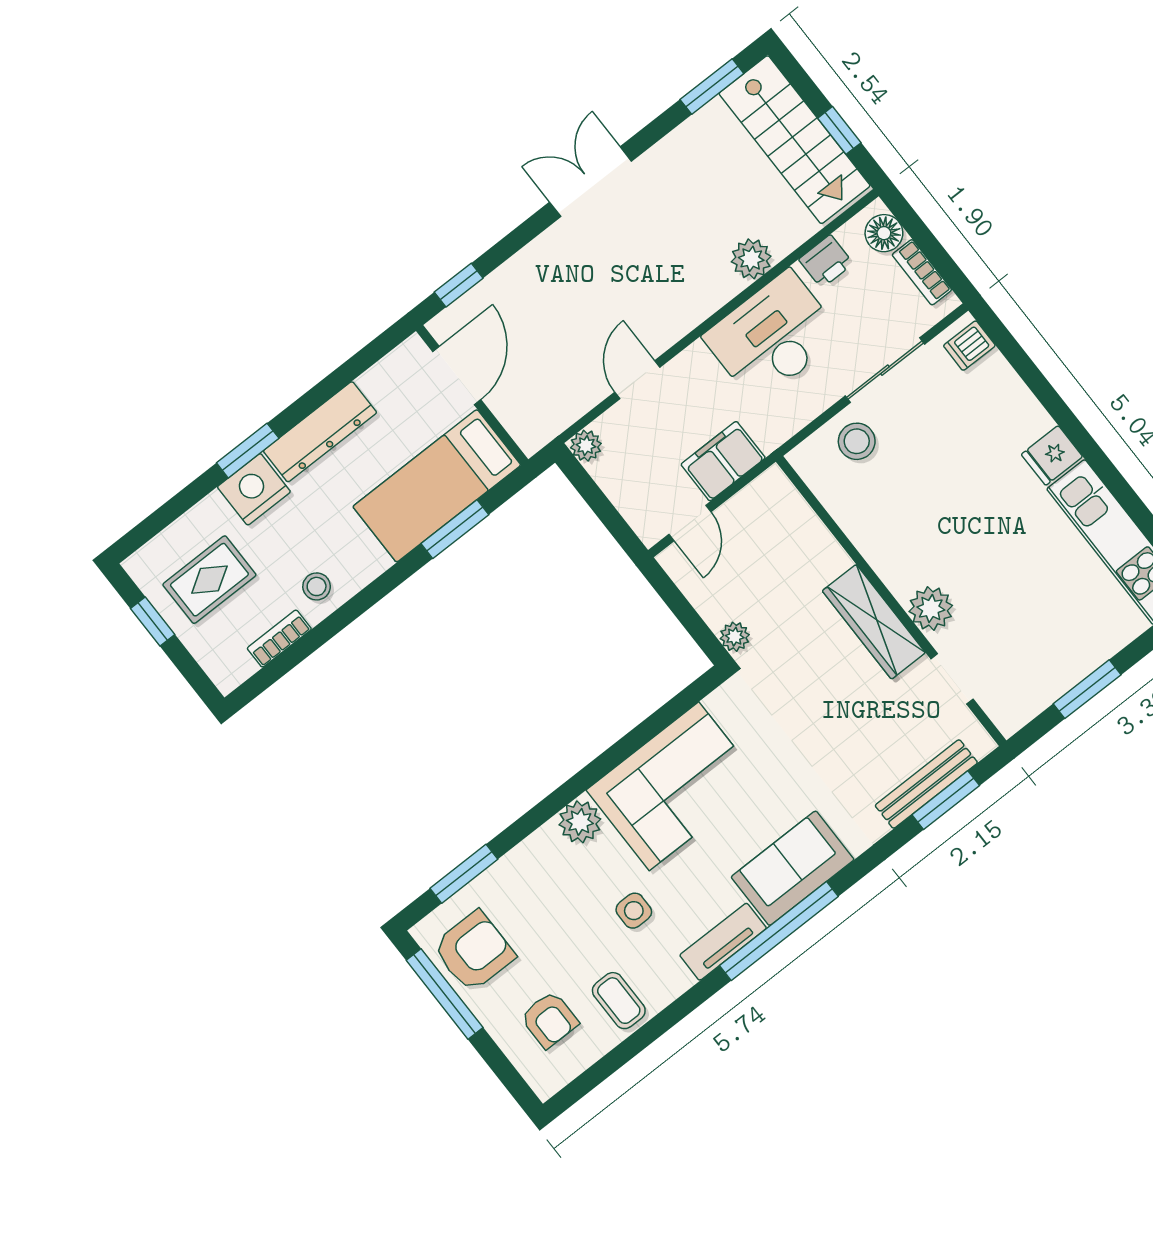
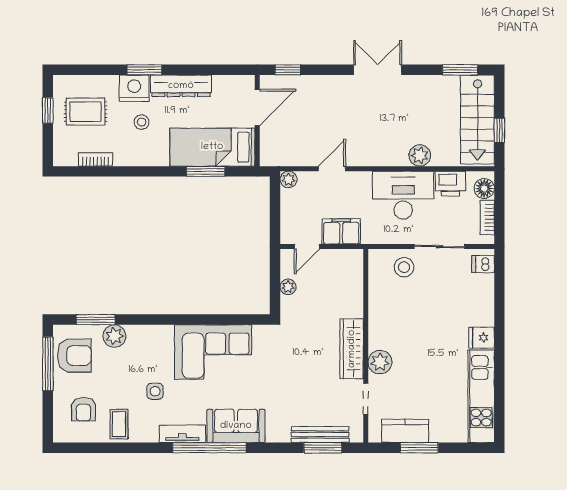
printer: (826, 261) -> (450, 184), width x1.36, depth x1.24
stool: (317, 586) -> (142, 122), moved
plant: (735, 637) -> (288, 287), moved
kitchen counter: (1047, 681) -> (405, 431), added
plant: (580, 822) -> (115, 336), moved

